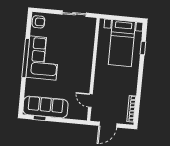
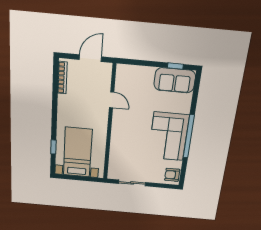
door: (90, 101) -> (112, 100), moved
sofa: (45, 107) -> (175, 80), width x0.73

